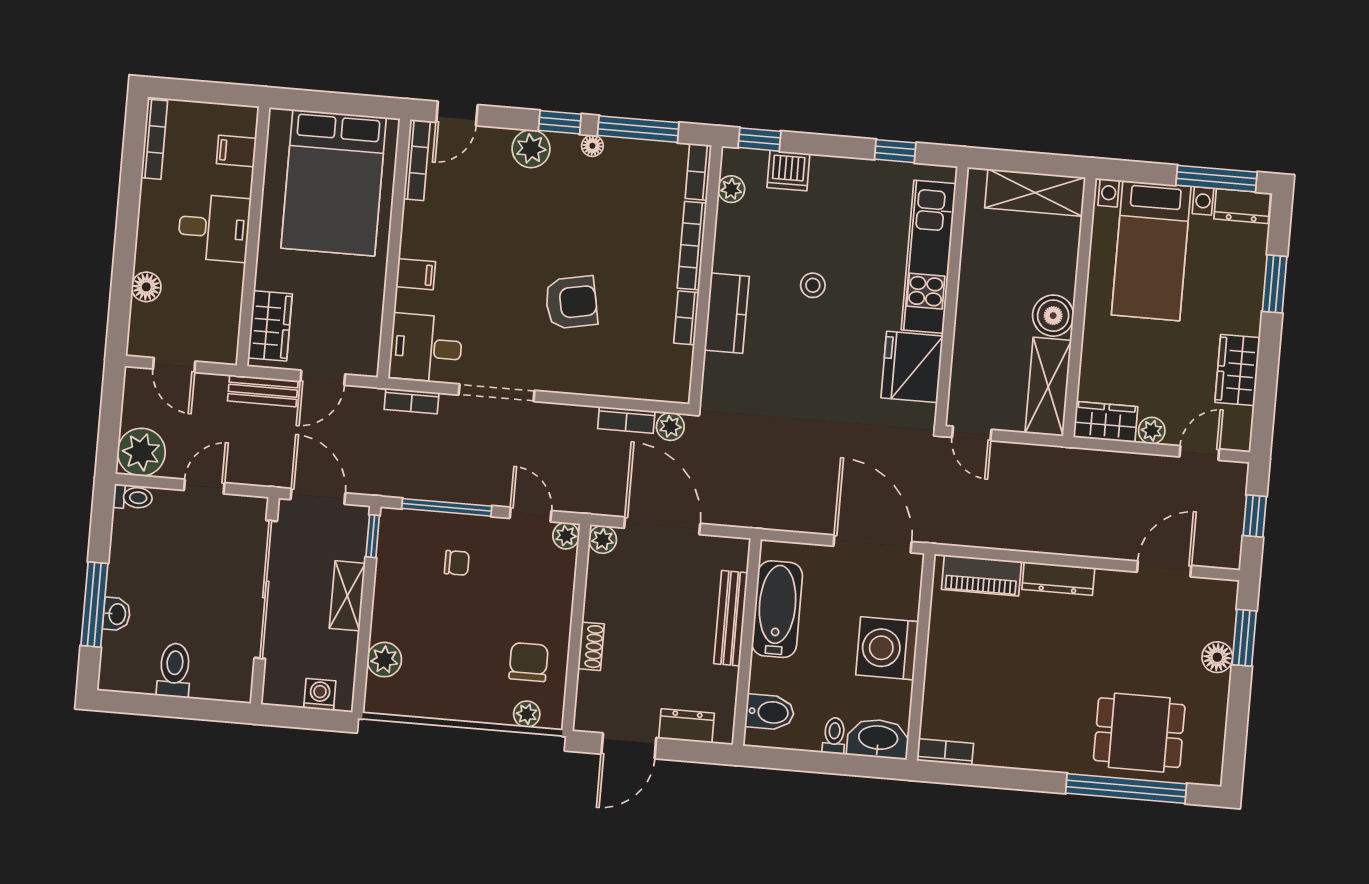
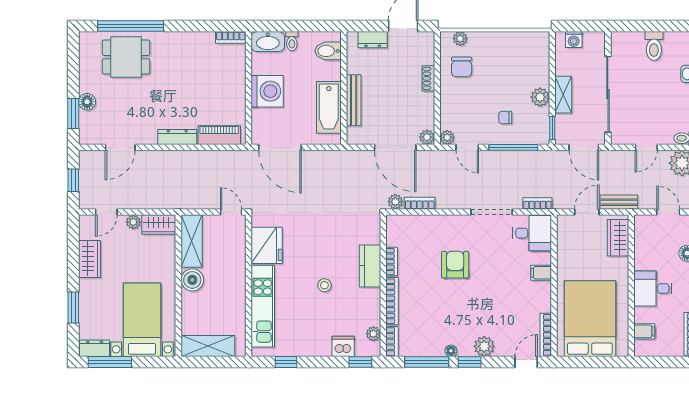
armchair: (571, 302) -> (455, 265), turned 101
plant: (384, 660) -> (540, 97), moved

